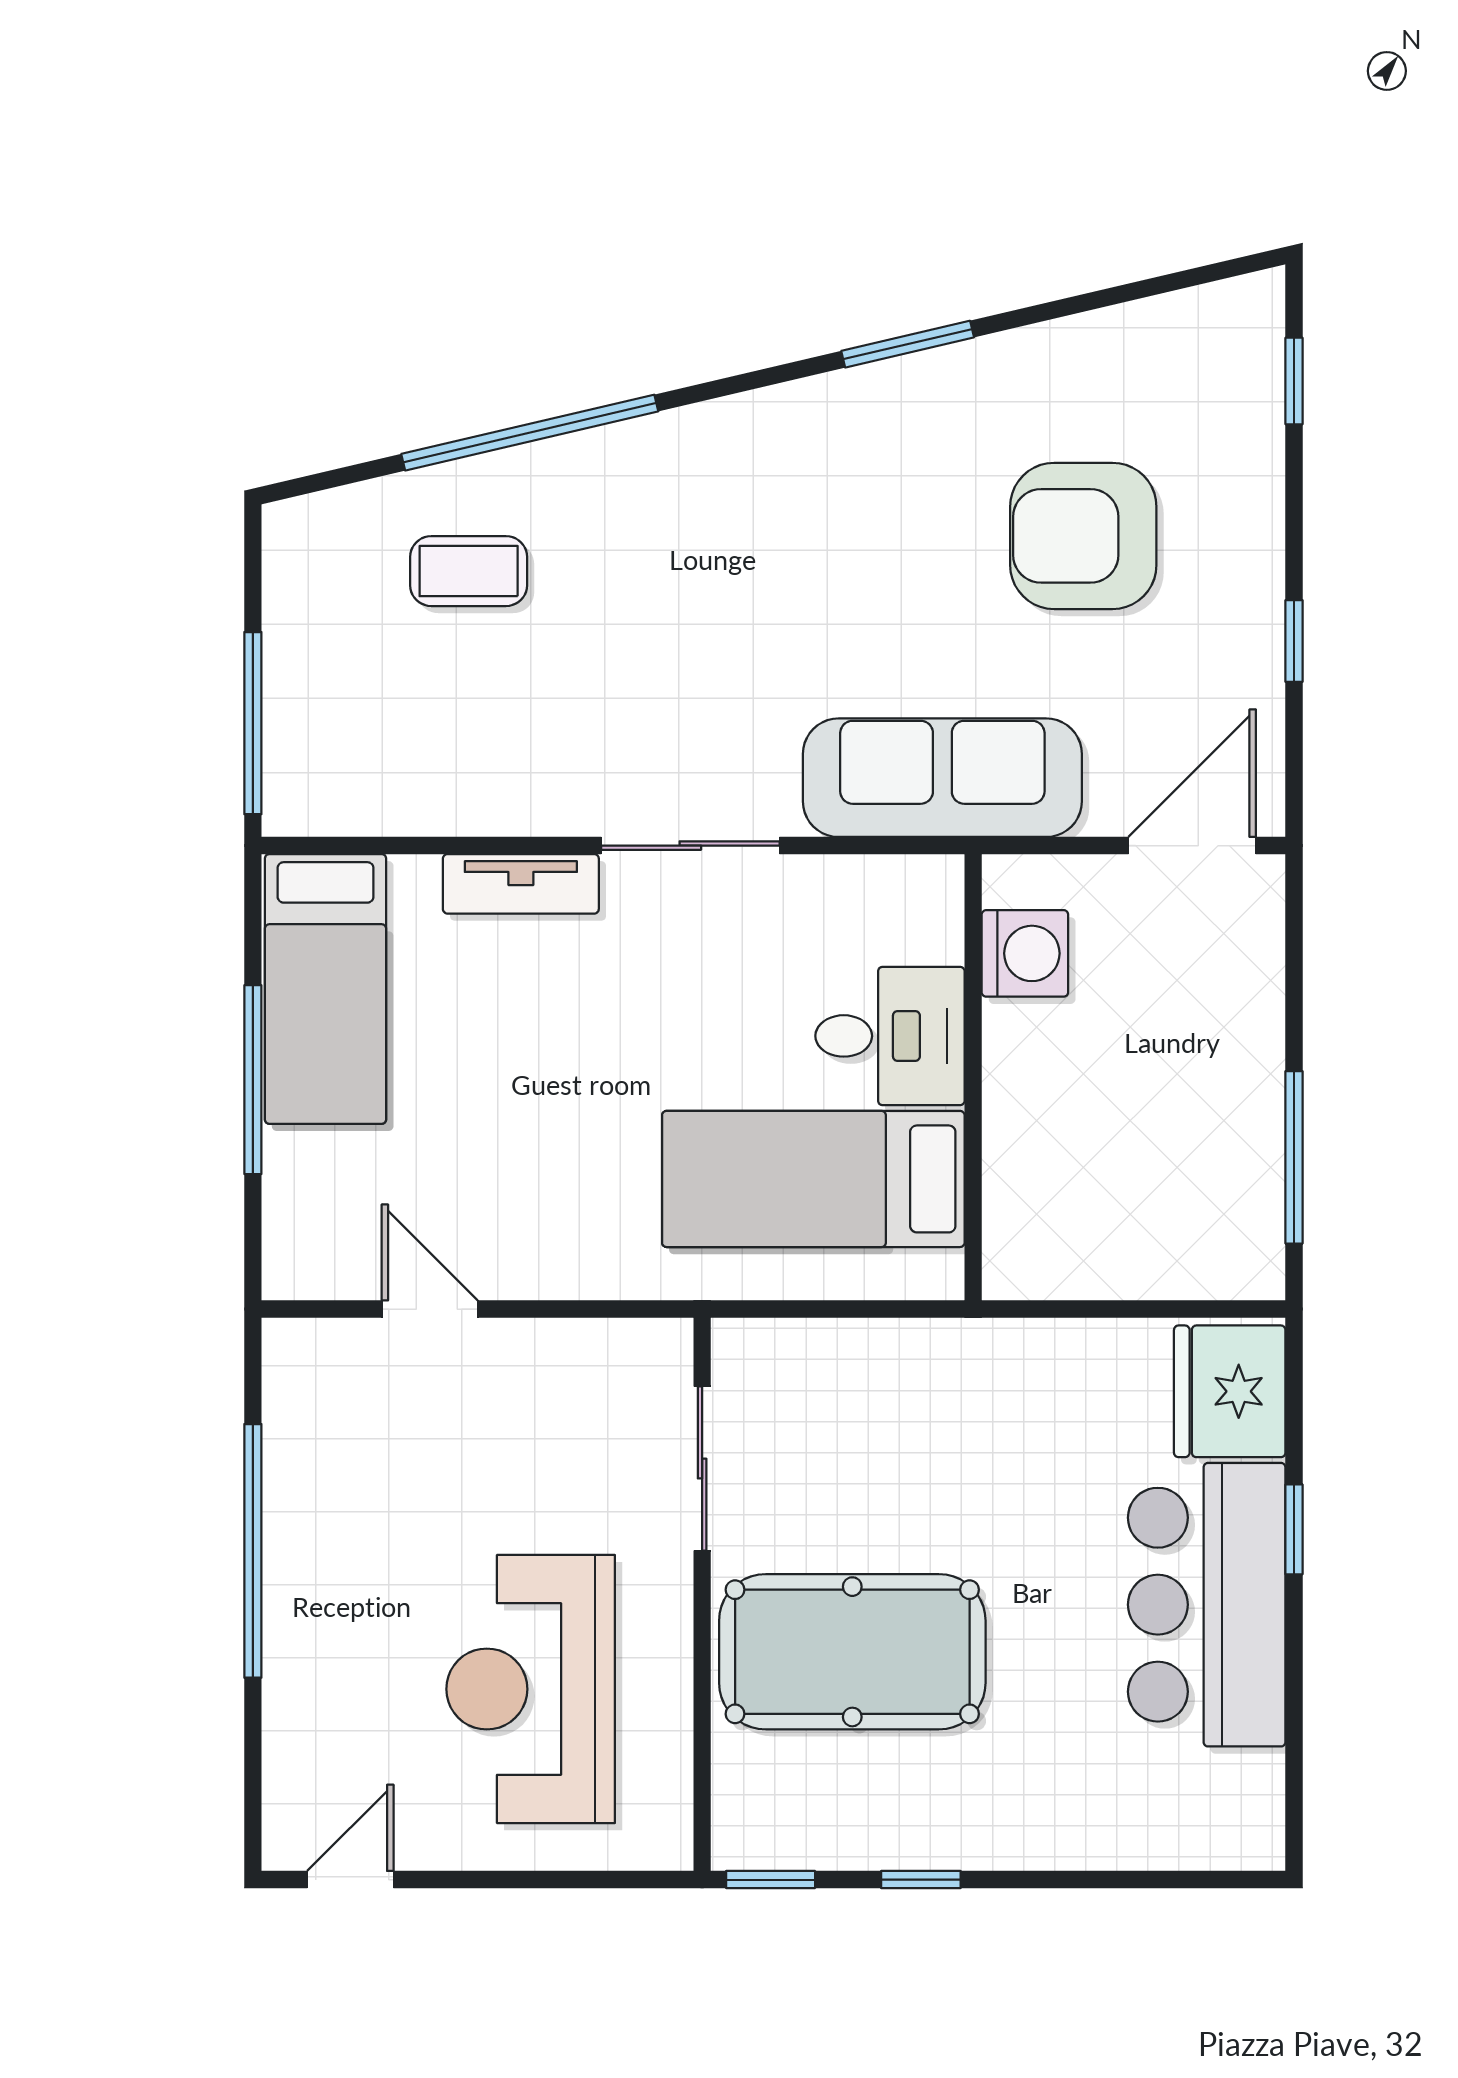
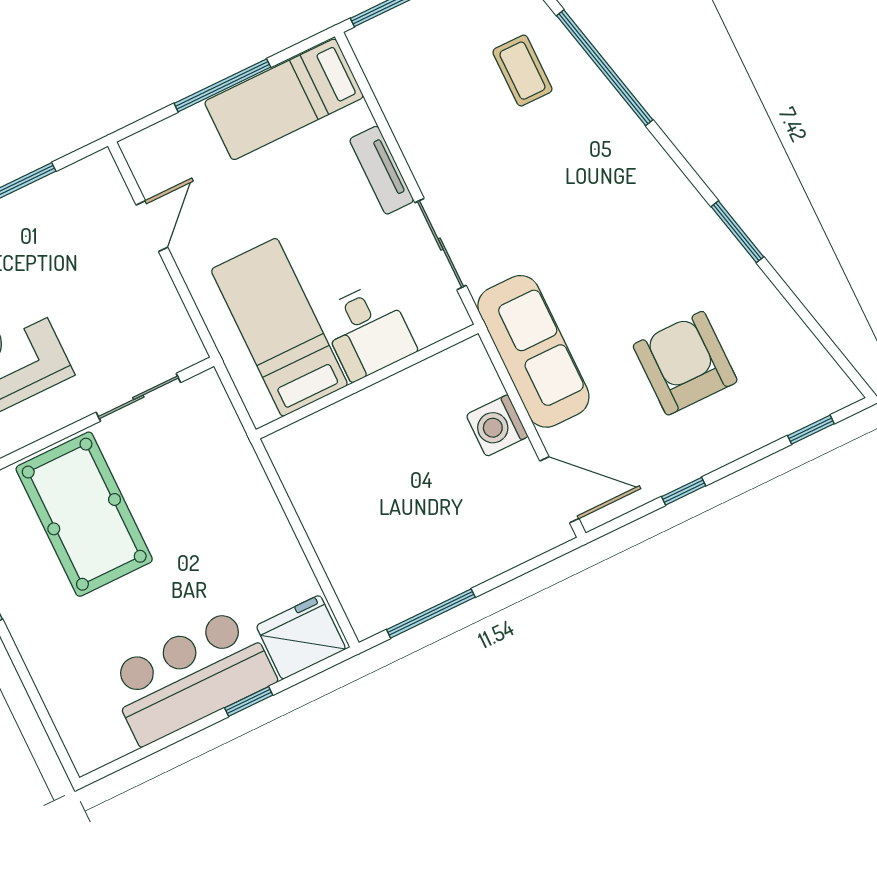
washing machine: (1025, 953) -> (497, 426), moved, turned 90
desk: (890, 1036) -> (368, 331), moved
wall: (973, 1077) -> (367, 382), moved
bed: (813, 1179) -> (279, 327), moved

